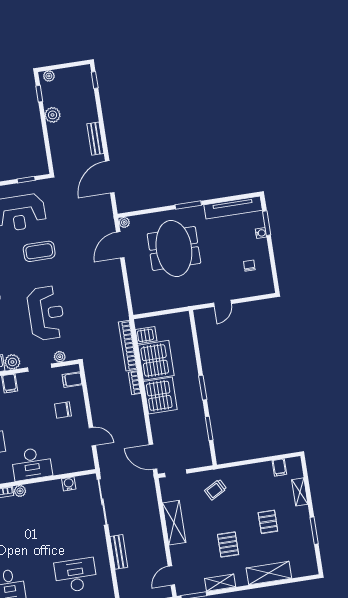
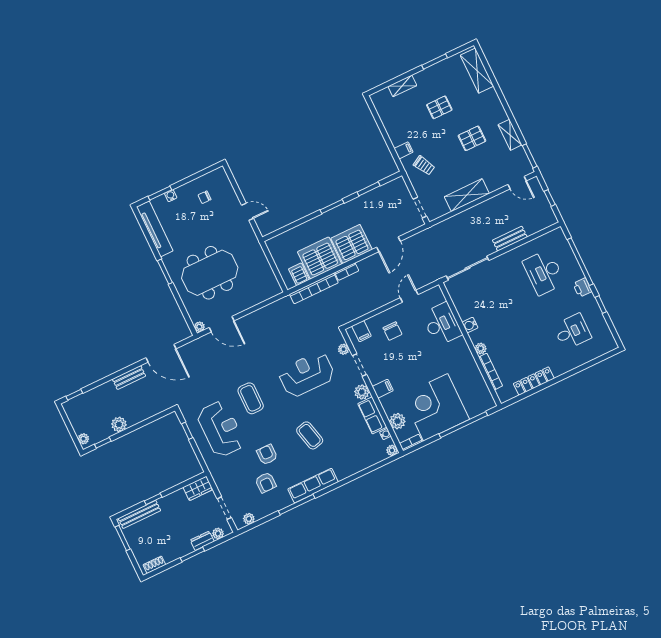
door: (153, 457) -> (388, 244), moved
desk: (32, 464) -> (442, 324), moved
filing cabinet: (279, 467) -> (404, 150), moved
water cooler: (69, 484) -> (470, 325), moved
shelving: (269, 573) -> (477, 71), moved

